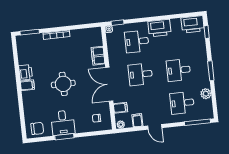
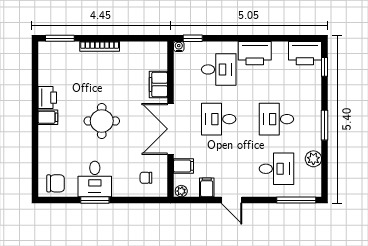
desk: (137, 41) -> (219, 69), turned 180
desk: (182, 103) -> (276, 169), turned 180

